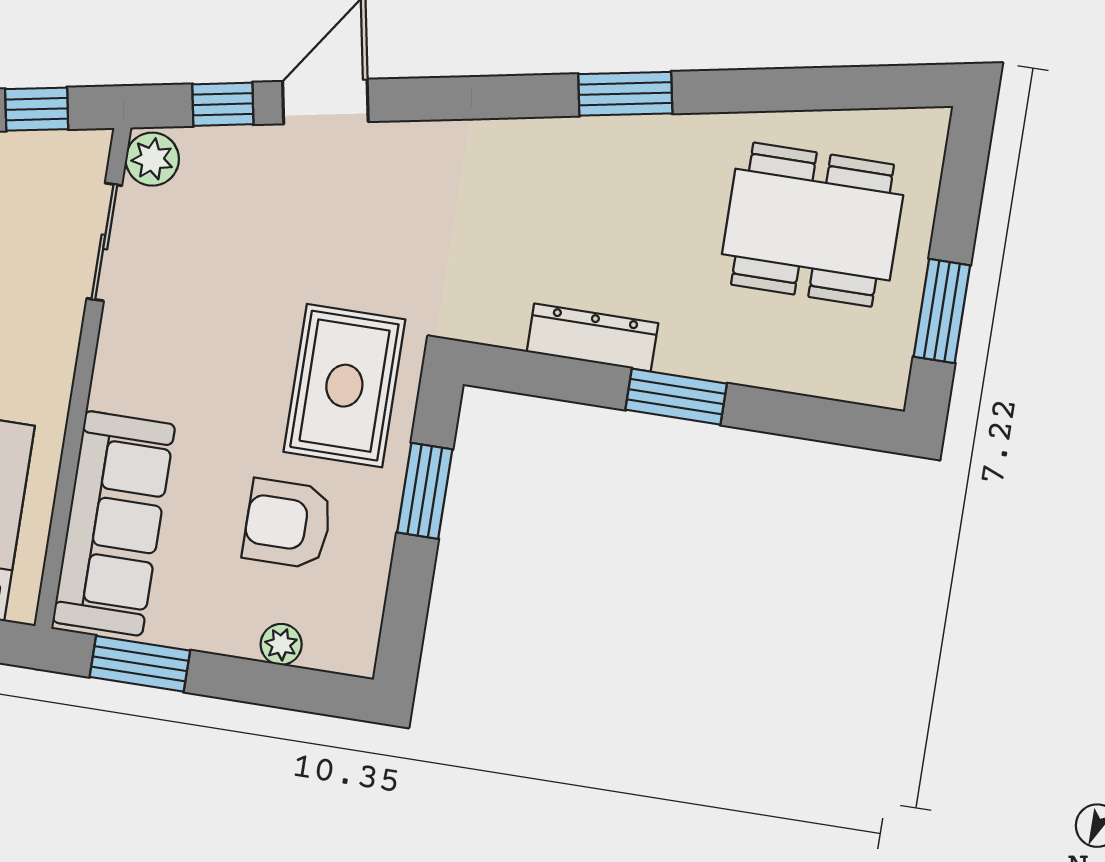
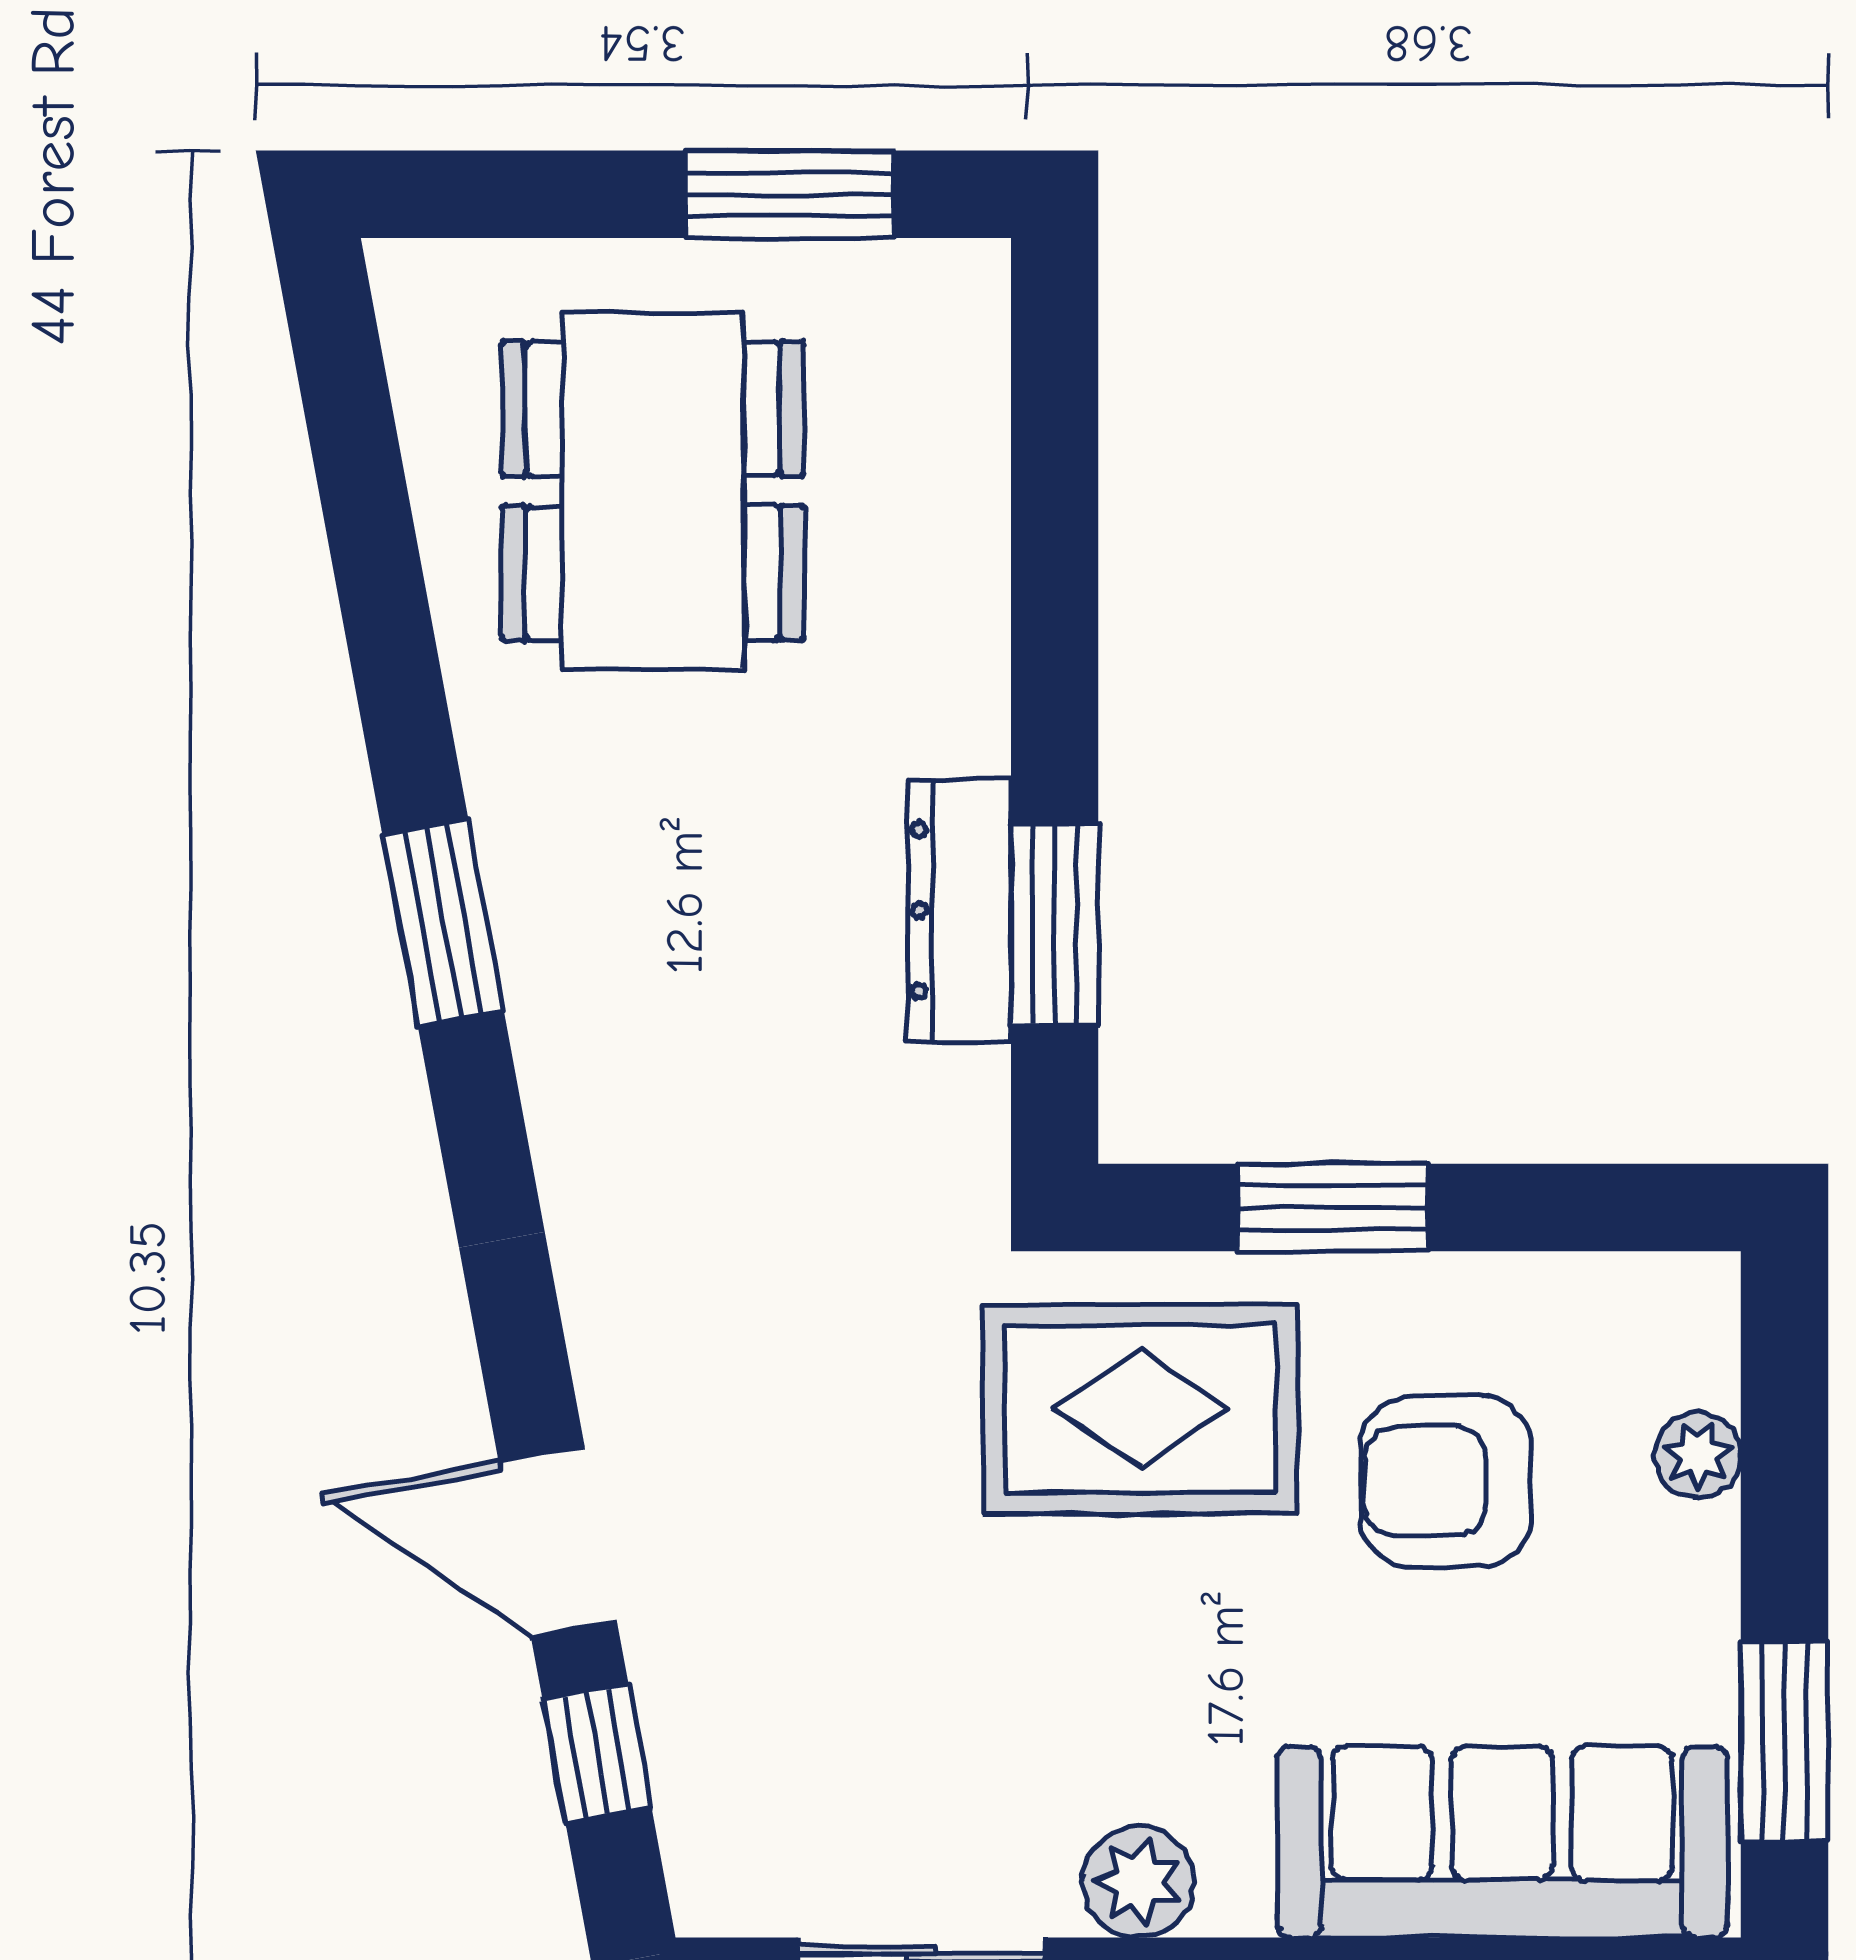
plant: (152, 159) -> (1138, 1882), moved
window: (676, 397) -> (1055, 924), moved
armchair: (288, 524) -> (1446, 1481), turned 90

